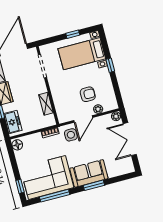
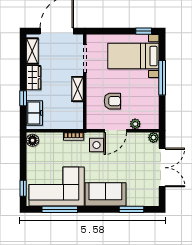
window: (73, 34) -> (144, 31), moved
window: (110, 65) -> (162, 78), width x2.17
armchair: (88, 94) -> (112, 101), moved
shelving: (46, 104) -> (78, 89), moved
double door: (130, 139) -> (162, 168), swing flipped
window: (94, 185) -> (132, 209), moved

